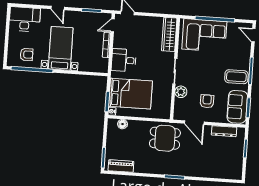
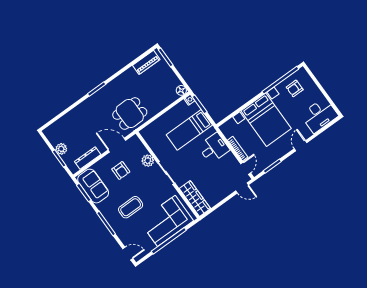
door: (58, 8) -> (301, 146), hinge flipped
bed with nightstands: (61, 48) -> (266, 120), width x1.36
coffee table: (236, 77) -> (131, 207), moved
bed: (130, 94) -> (189, 130), width x0.67
floor lamp: (123, 124) -> (181, 90), moved
plant: (238, 154) -> (61, 149), added

